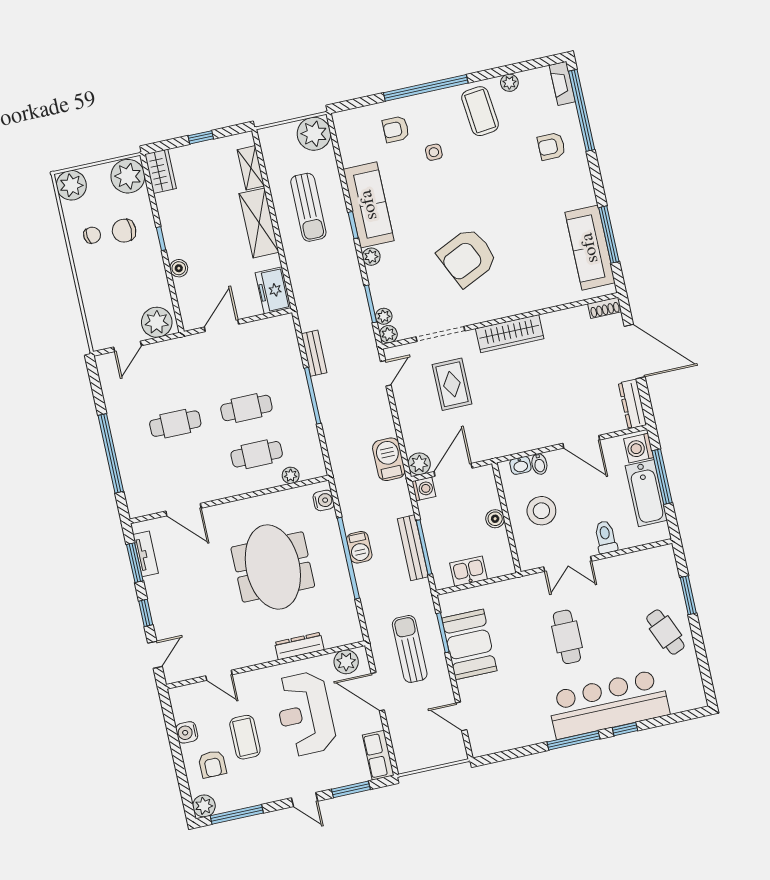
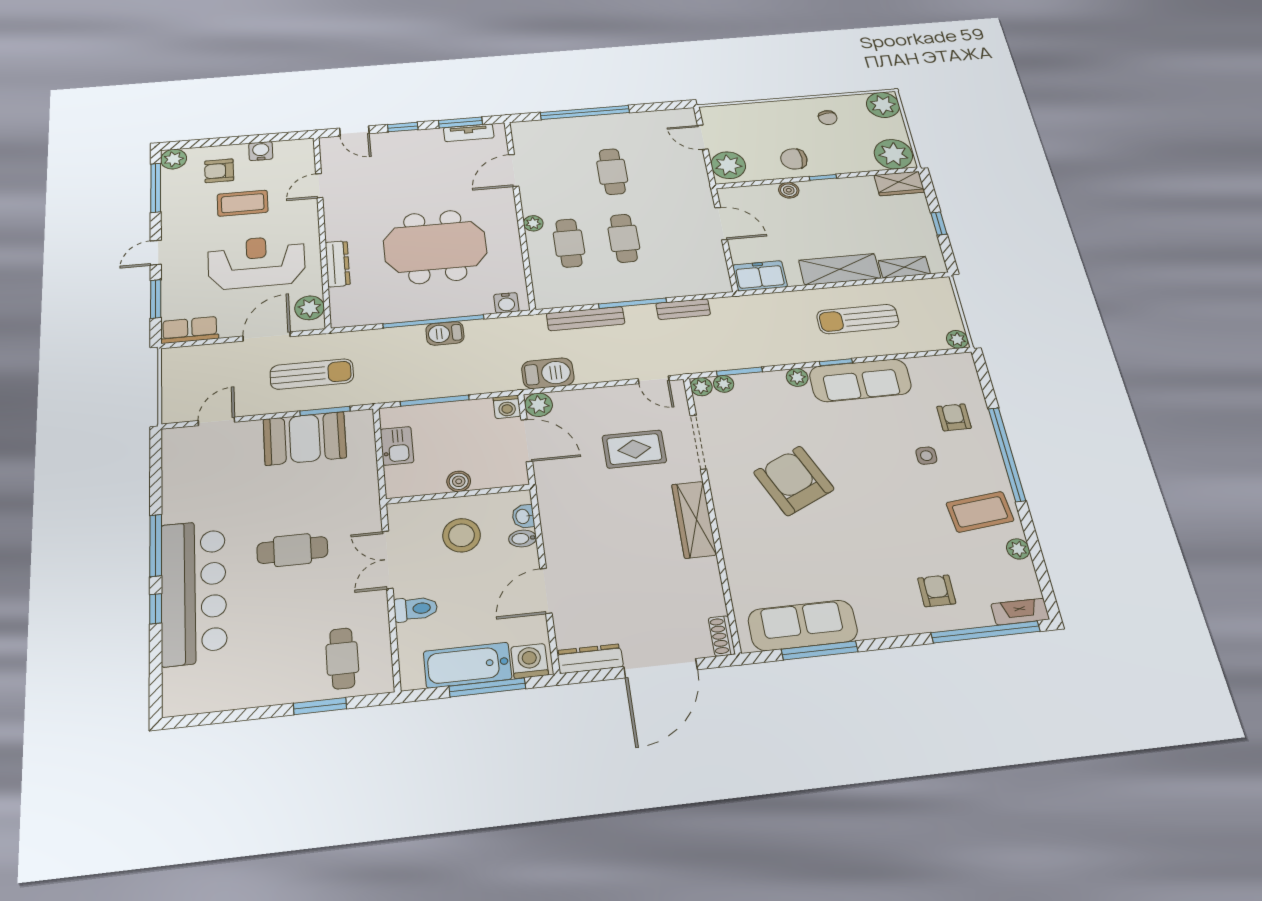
plant: (314, 134) -> (957, 339), width x0.53, depth x0.53
chair: (124, 231) -> (794, 159), moved, turned -90
plant: (291, 475) -> (533, 223), moved
bench: (413, 548) -> (586, 319), moved
cafe table: (665, 632) -> (342, 658), moved, turned -67

